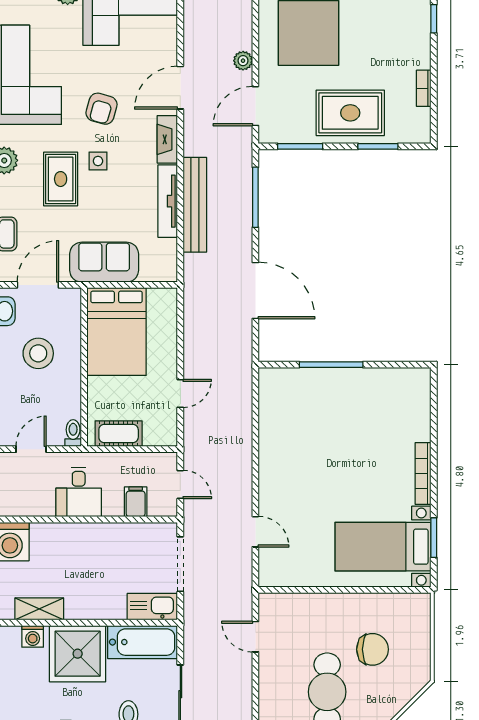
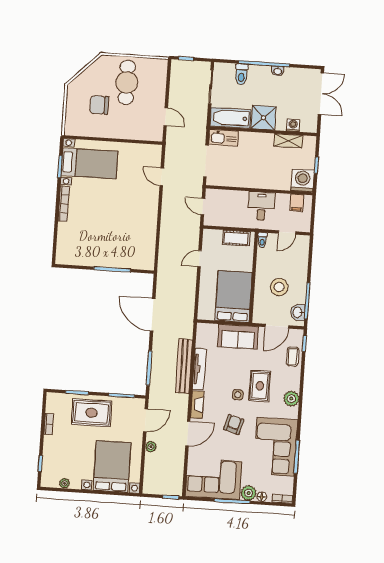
filing cabinet: (136, 502) -> (297, 203), moved
shower: (78, 654) -> (263, 118), width x0.73, depth x0.73

